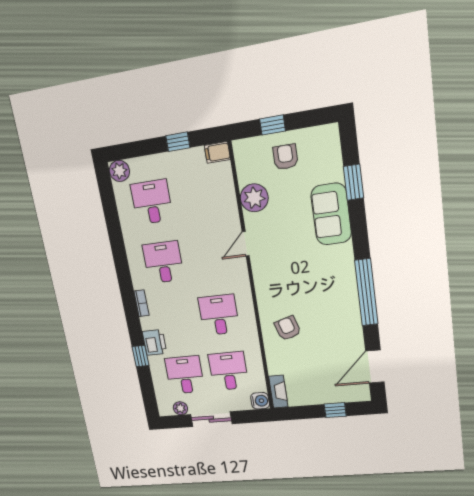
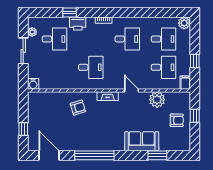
desk: (228, 371) -> (164, 67), moved
fireplace: (278, 392) -> (108, 96), moved

